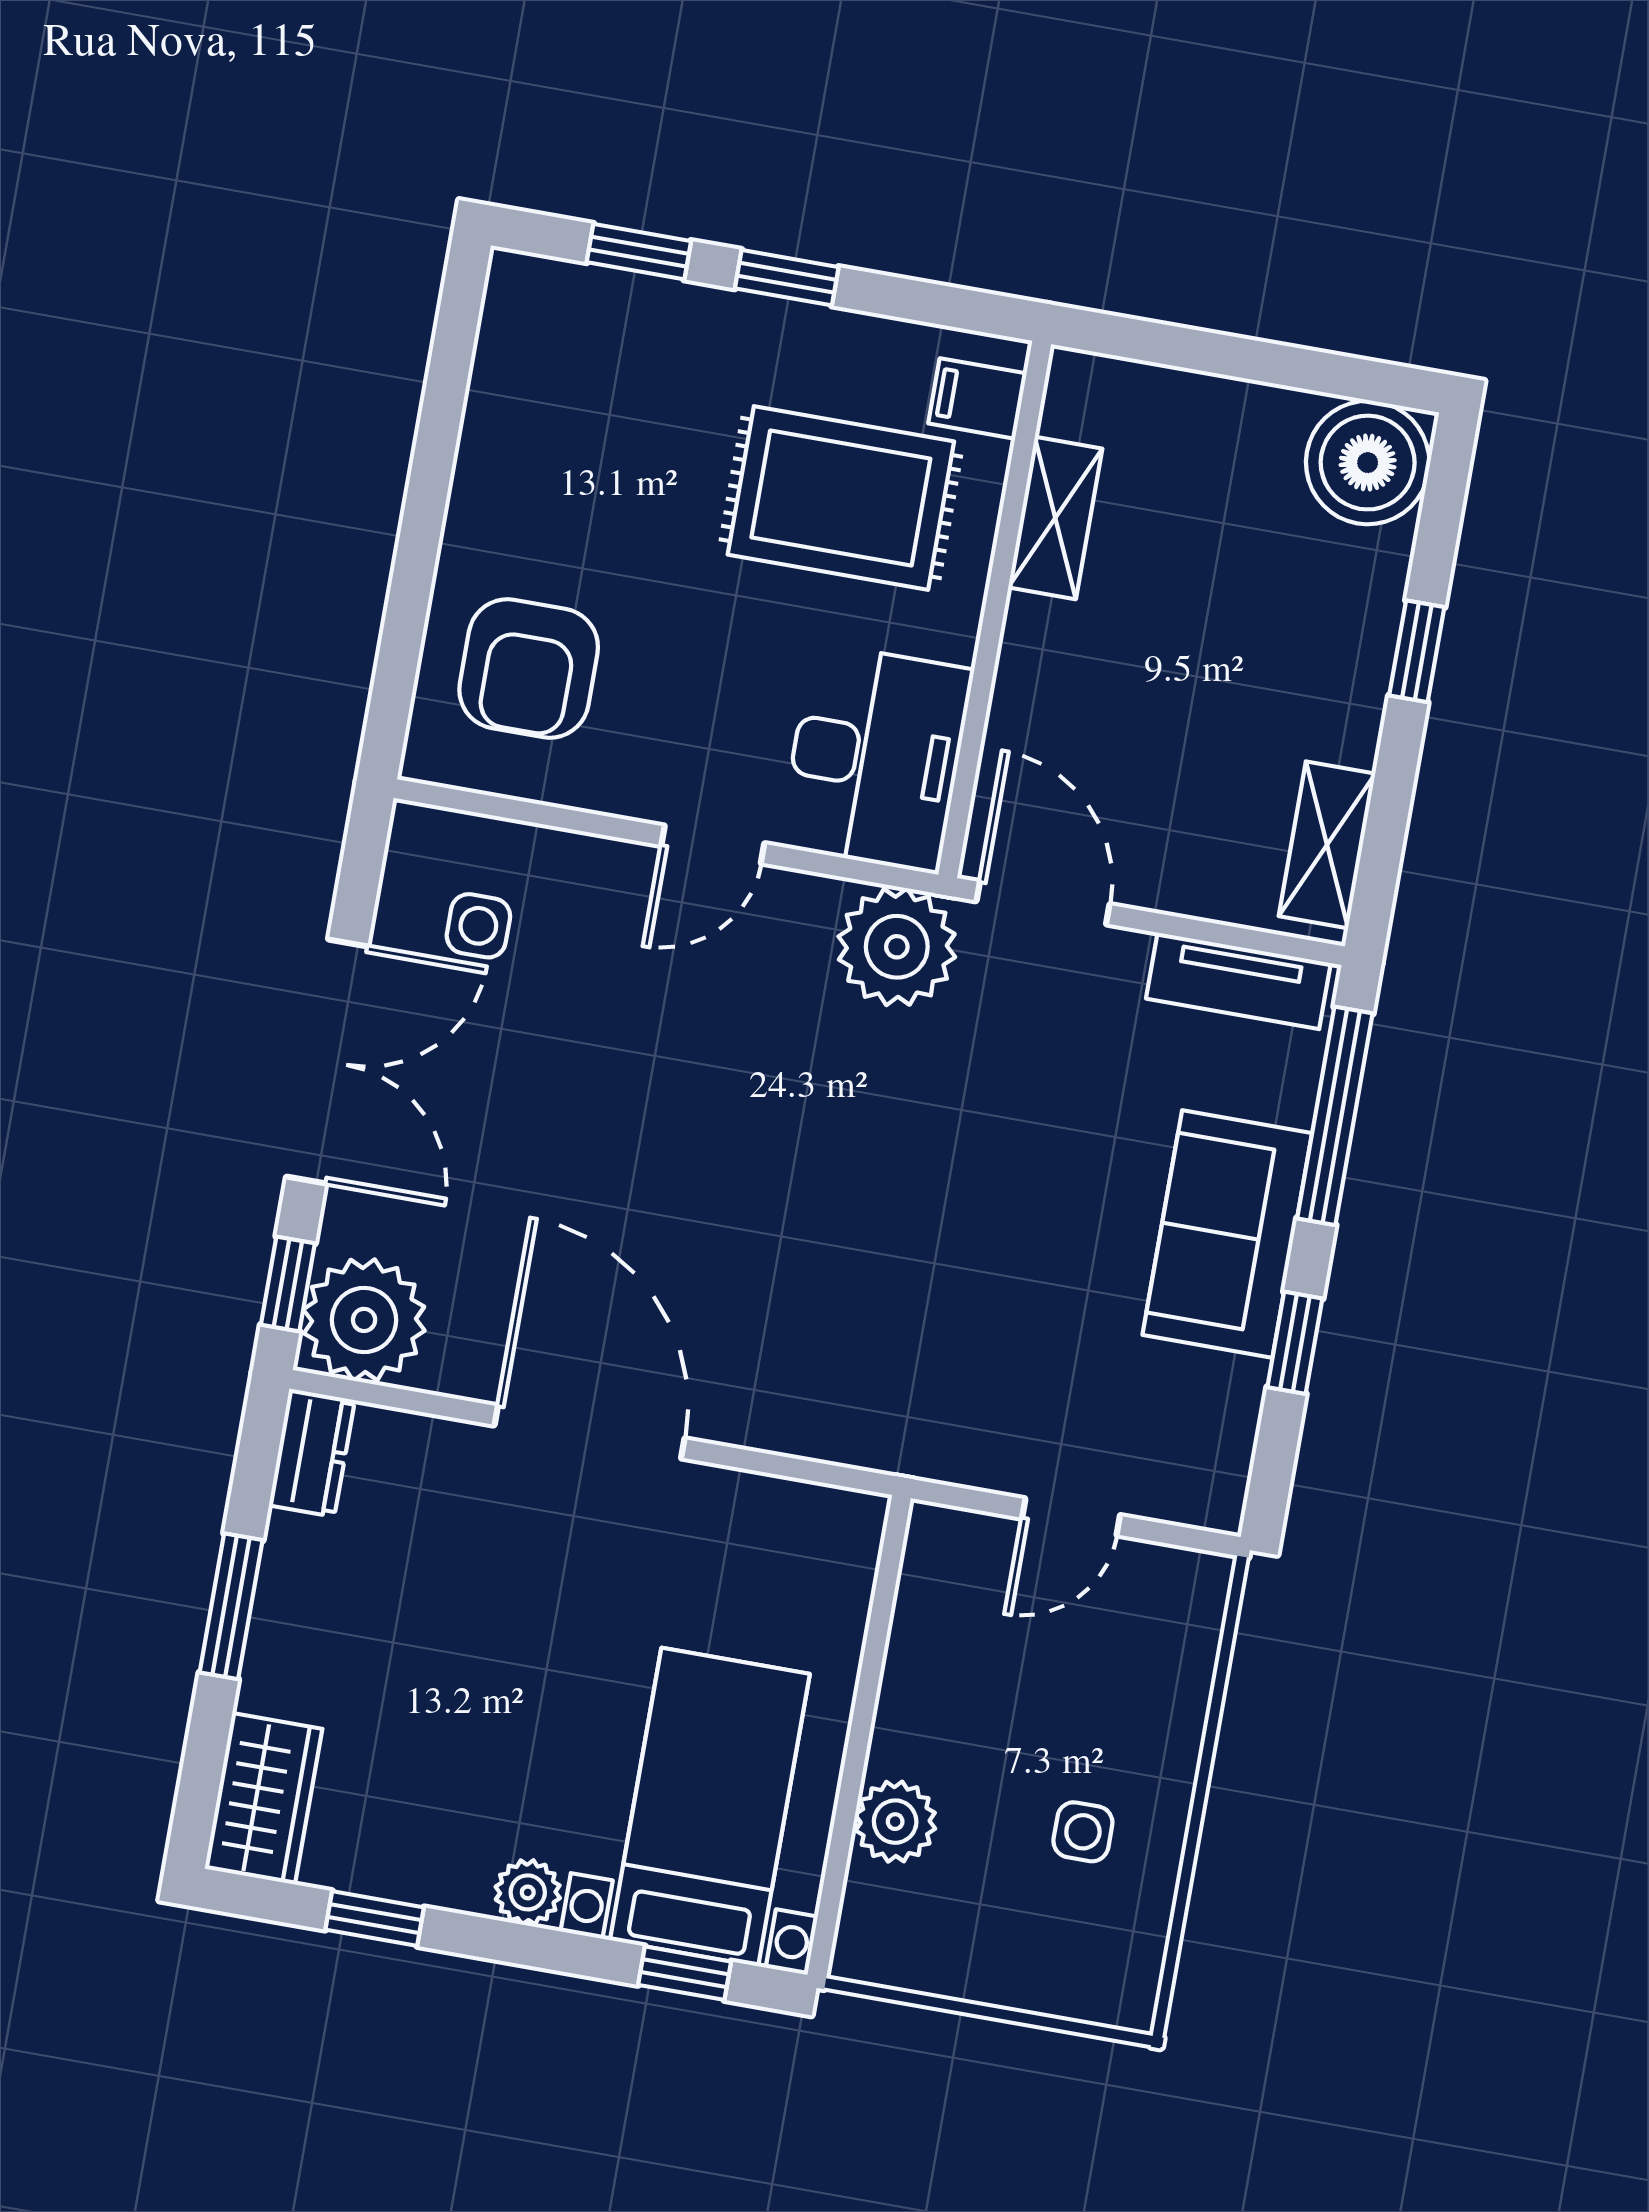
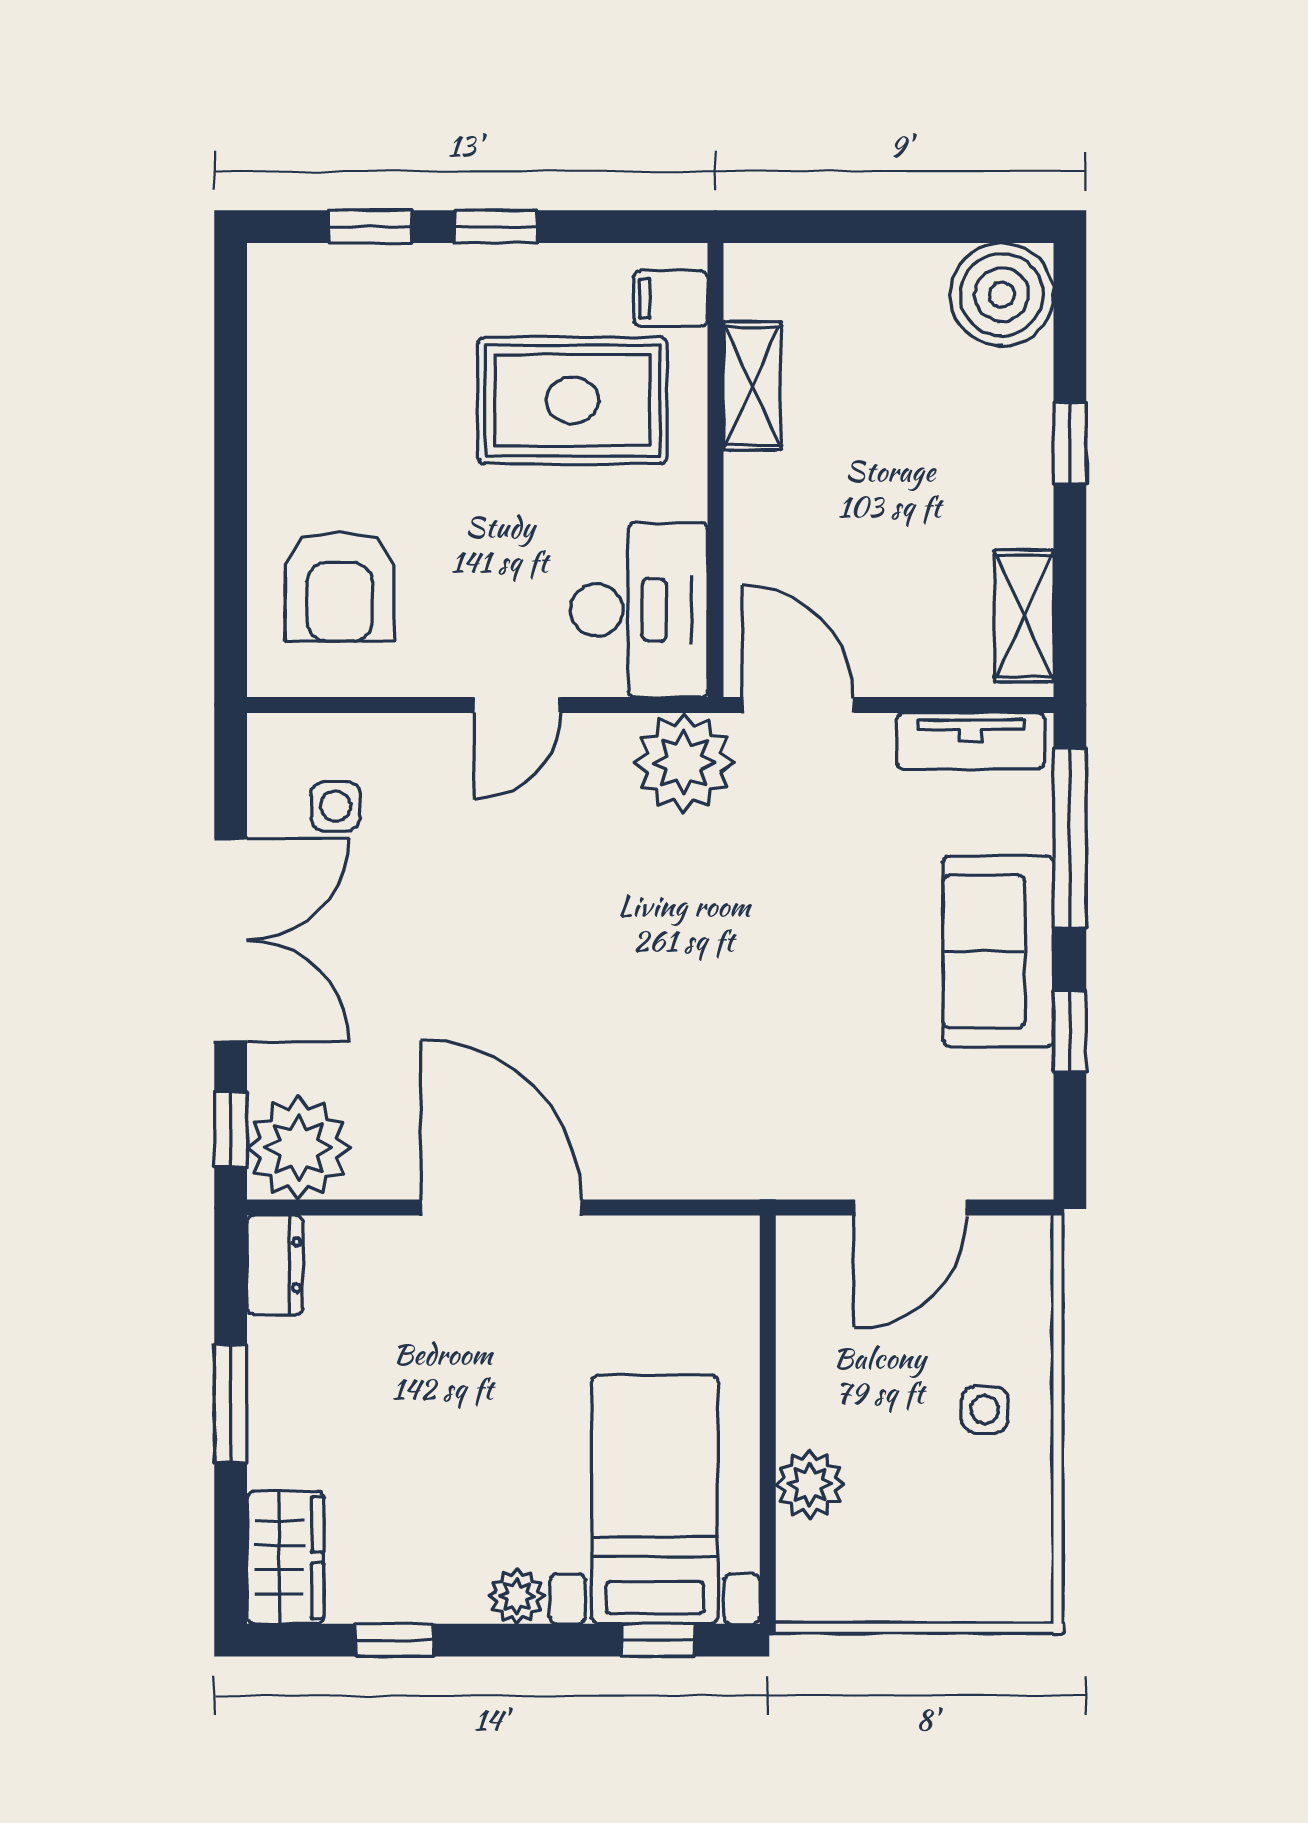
door: (1071, 1517) -> (910, 1207), width x1.38
side table: (1083, 1832) -> (985, 1410), moved

